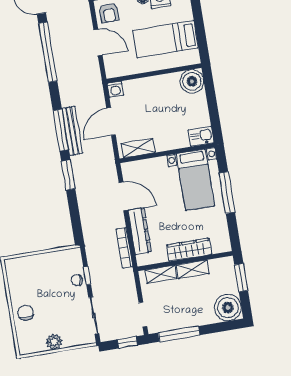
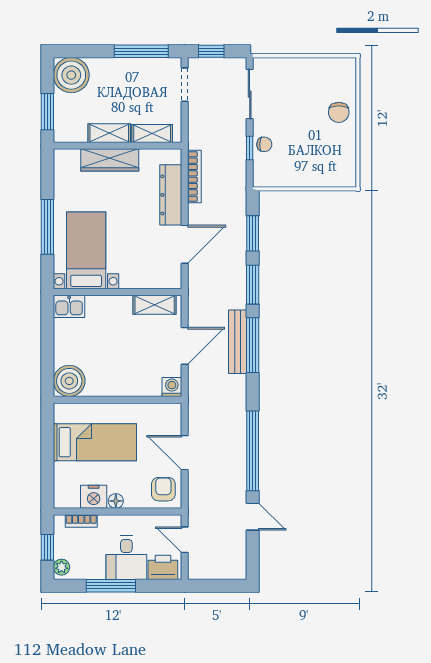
door: (123, 196) -> (185, 244), swing flipped
window: (74, 213) -> (253, 233), added
plant: (54, 342) -> (308, 68), removed

